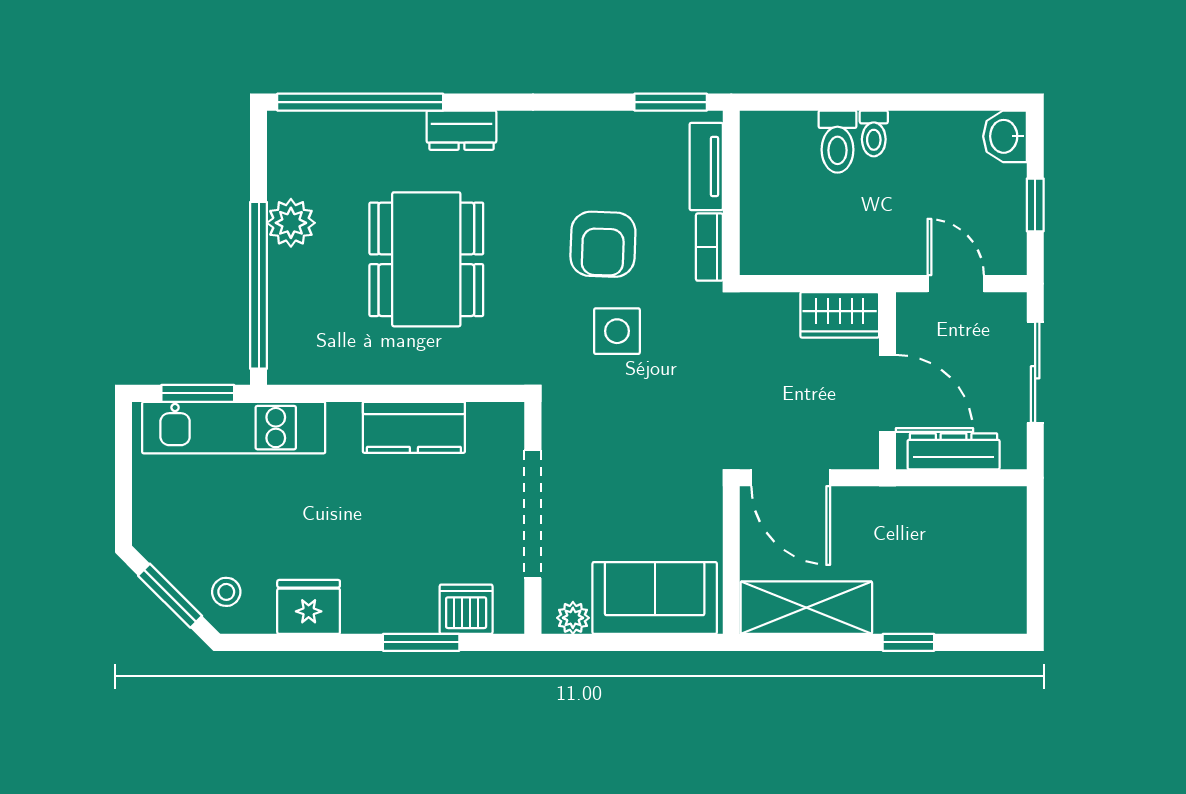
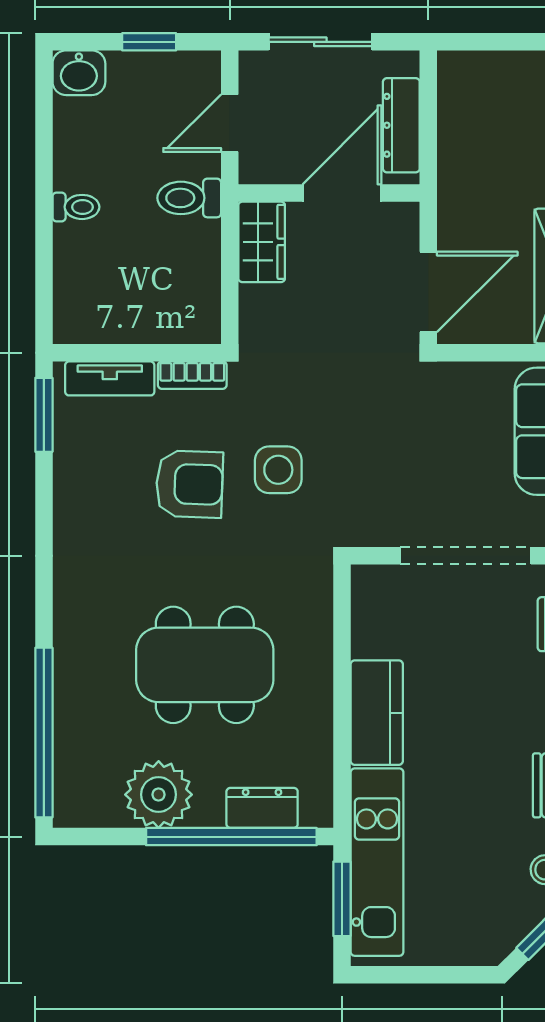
dresser: (461, 130) -> (262, 808), moved, turned -90
toilet: (837, 142) -> (189, 198), moved, turned 180
plant: (291, 223) -> (159, 795), width x1.36, depth x1.36
kitchen counter: (414, 427) -> (377, 713), moved

